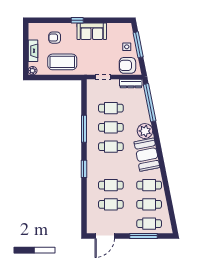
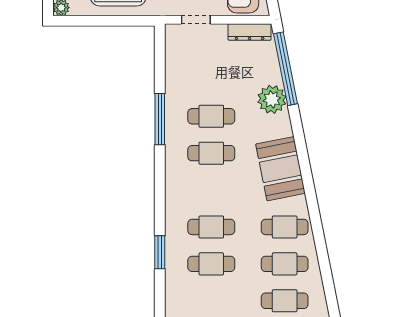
cafe table: (111, 108) -> (211, 79), removed
plant: (145, 131) -> (272, 99), moved
window: (84, 169) -> (160, 252), moved

